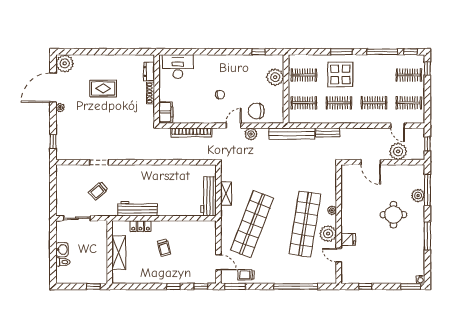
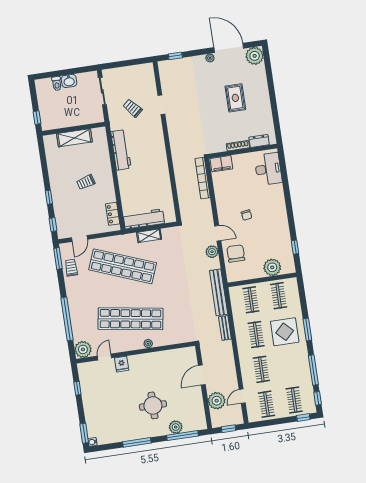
bookcase: (191, 133) -> (203, 178), moved
locker: (140, 226) -> (113, 214), moved
plant: (328, 234) -> (83, 349), moved

